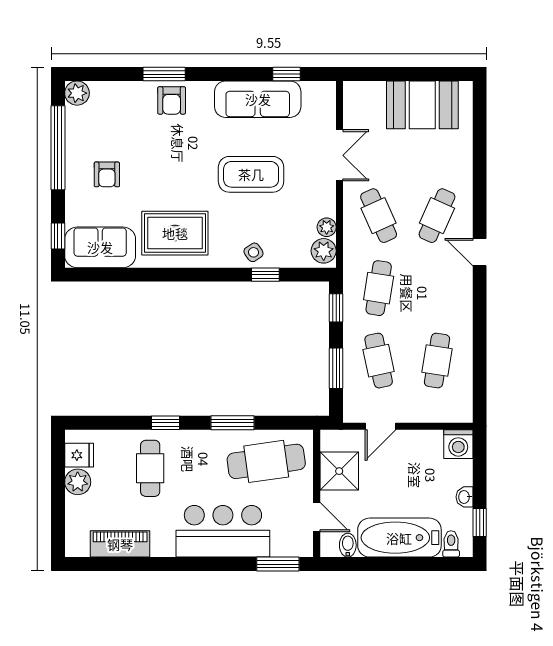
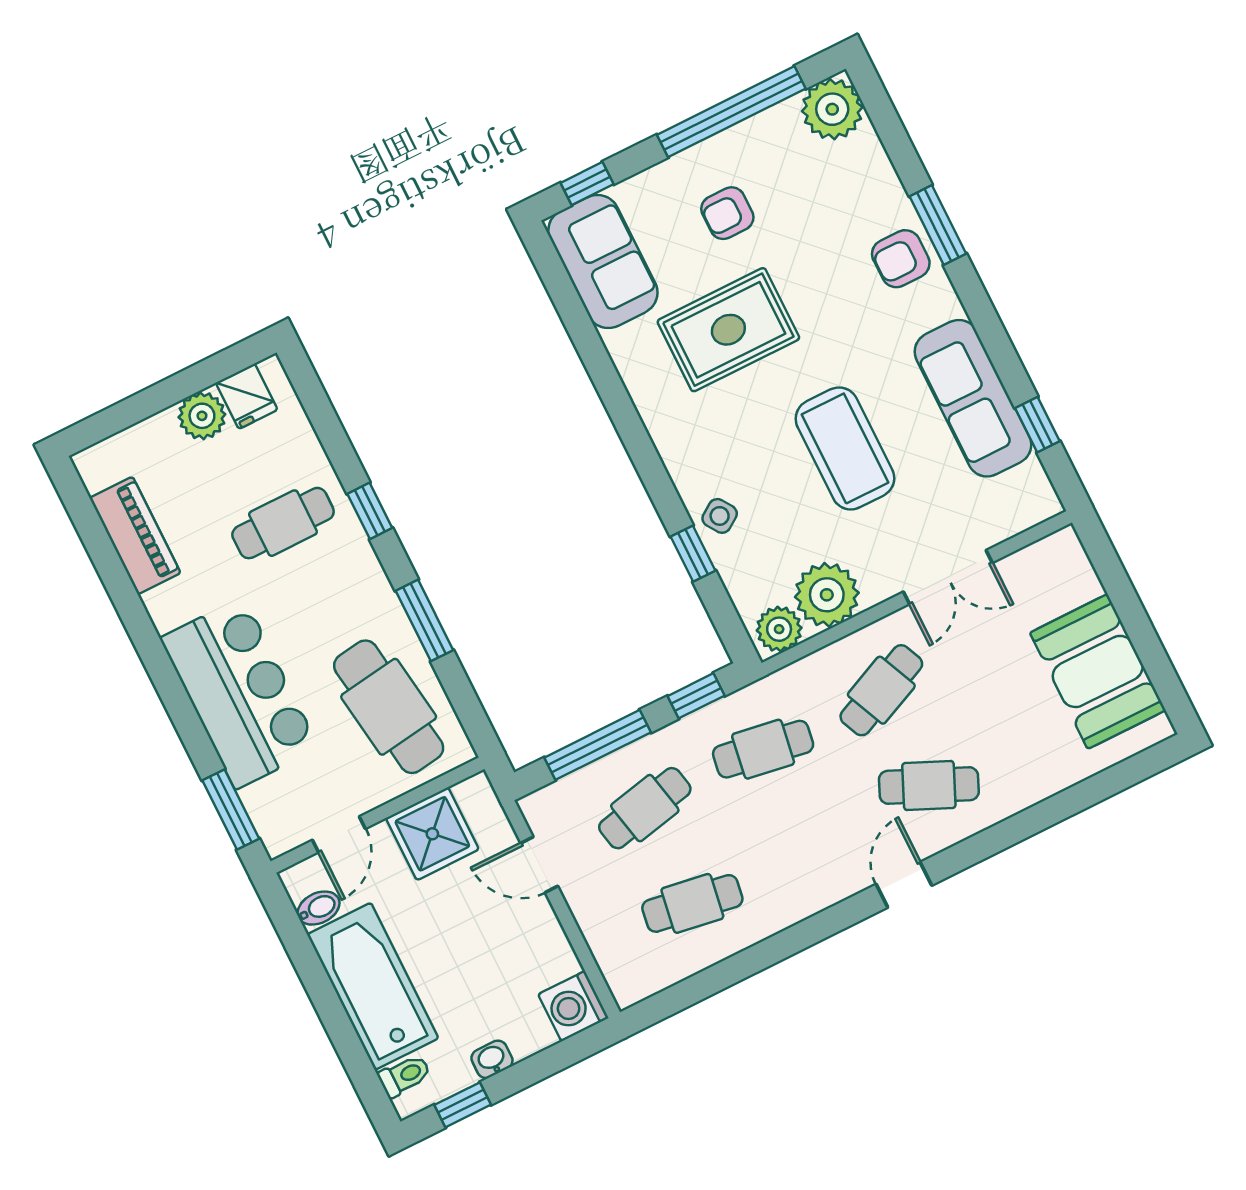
plant: (77, 93) -> (832, 109), width x1.36, depth x1.36
plant: (327, 227) -> (827, 595), width x1.88, depth x1.88
rug: (175, 233) -> (728, 330), moved, turned 90
window: (336, 368) -> (598, 745), width x1.44

